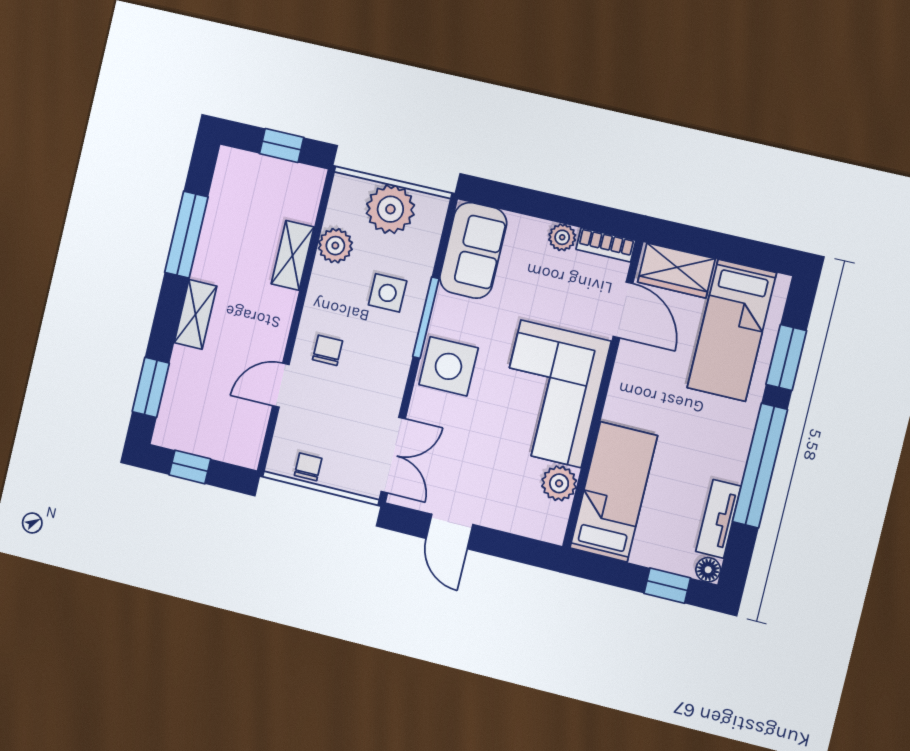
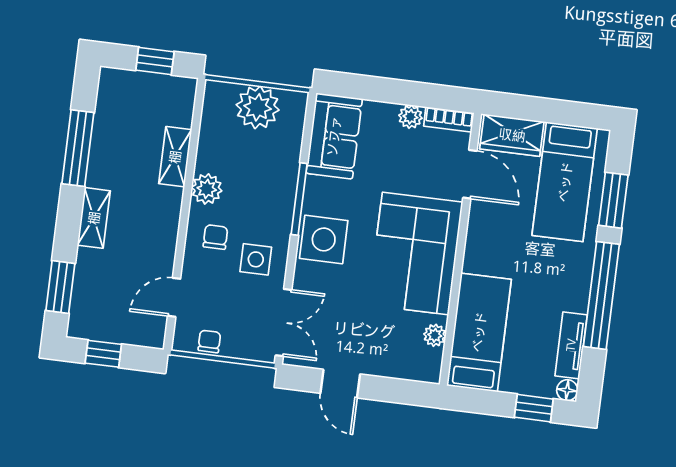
plant: (335, 246) -> (207, 189), moved
side table: (388, 293) -> (256, 259), moved
door: (281, 385) -> (174, 297), moved
plant: (559, 483) -> (435, 335), width x0.73, depth x0.73

